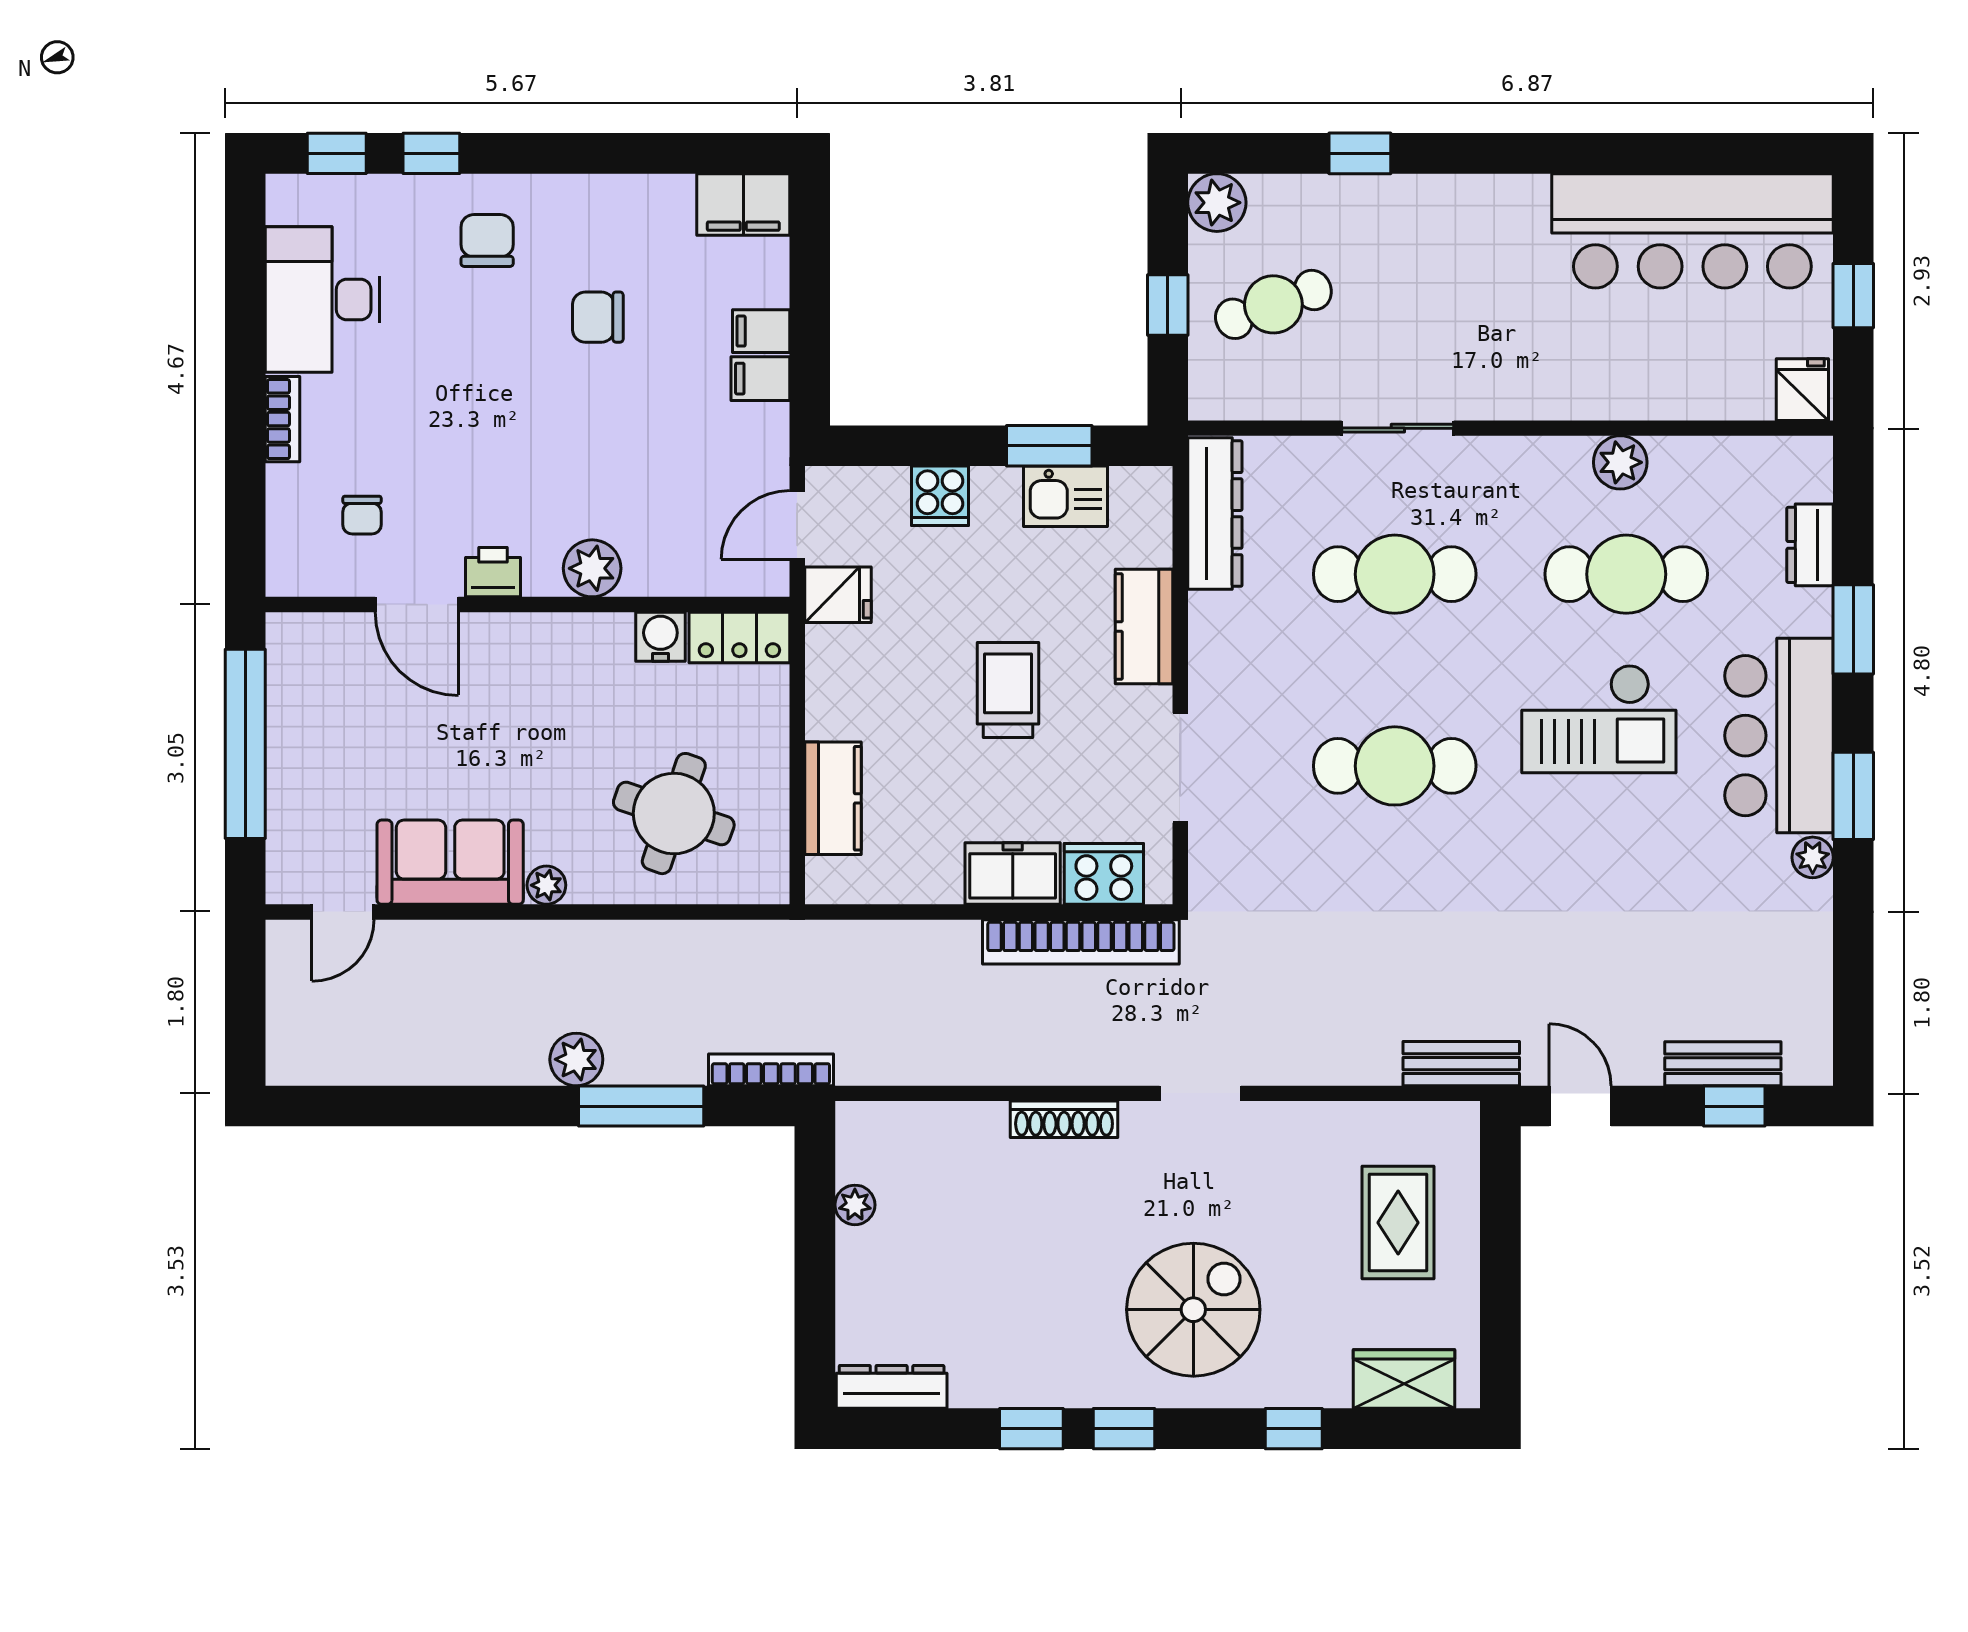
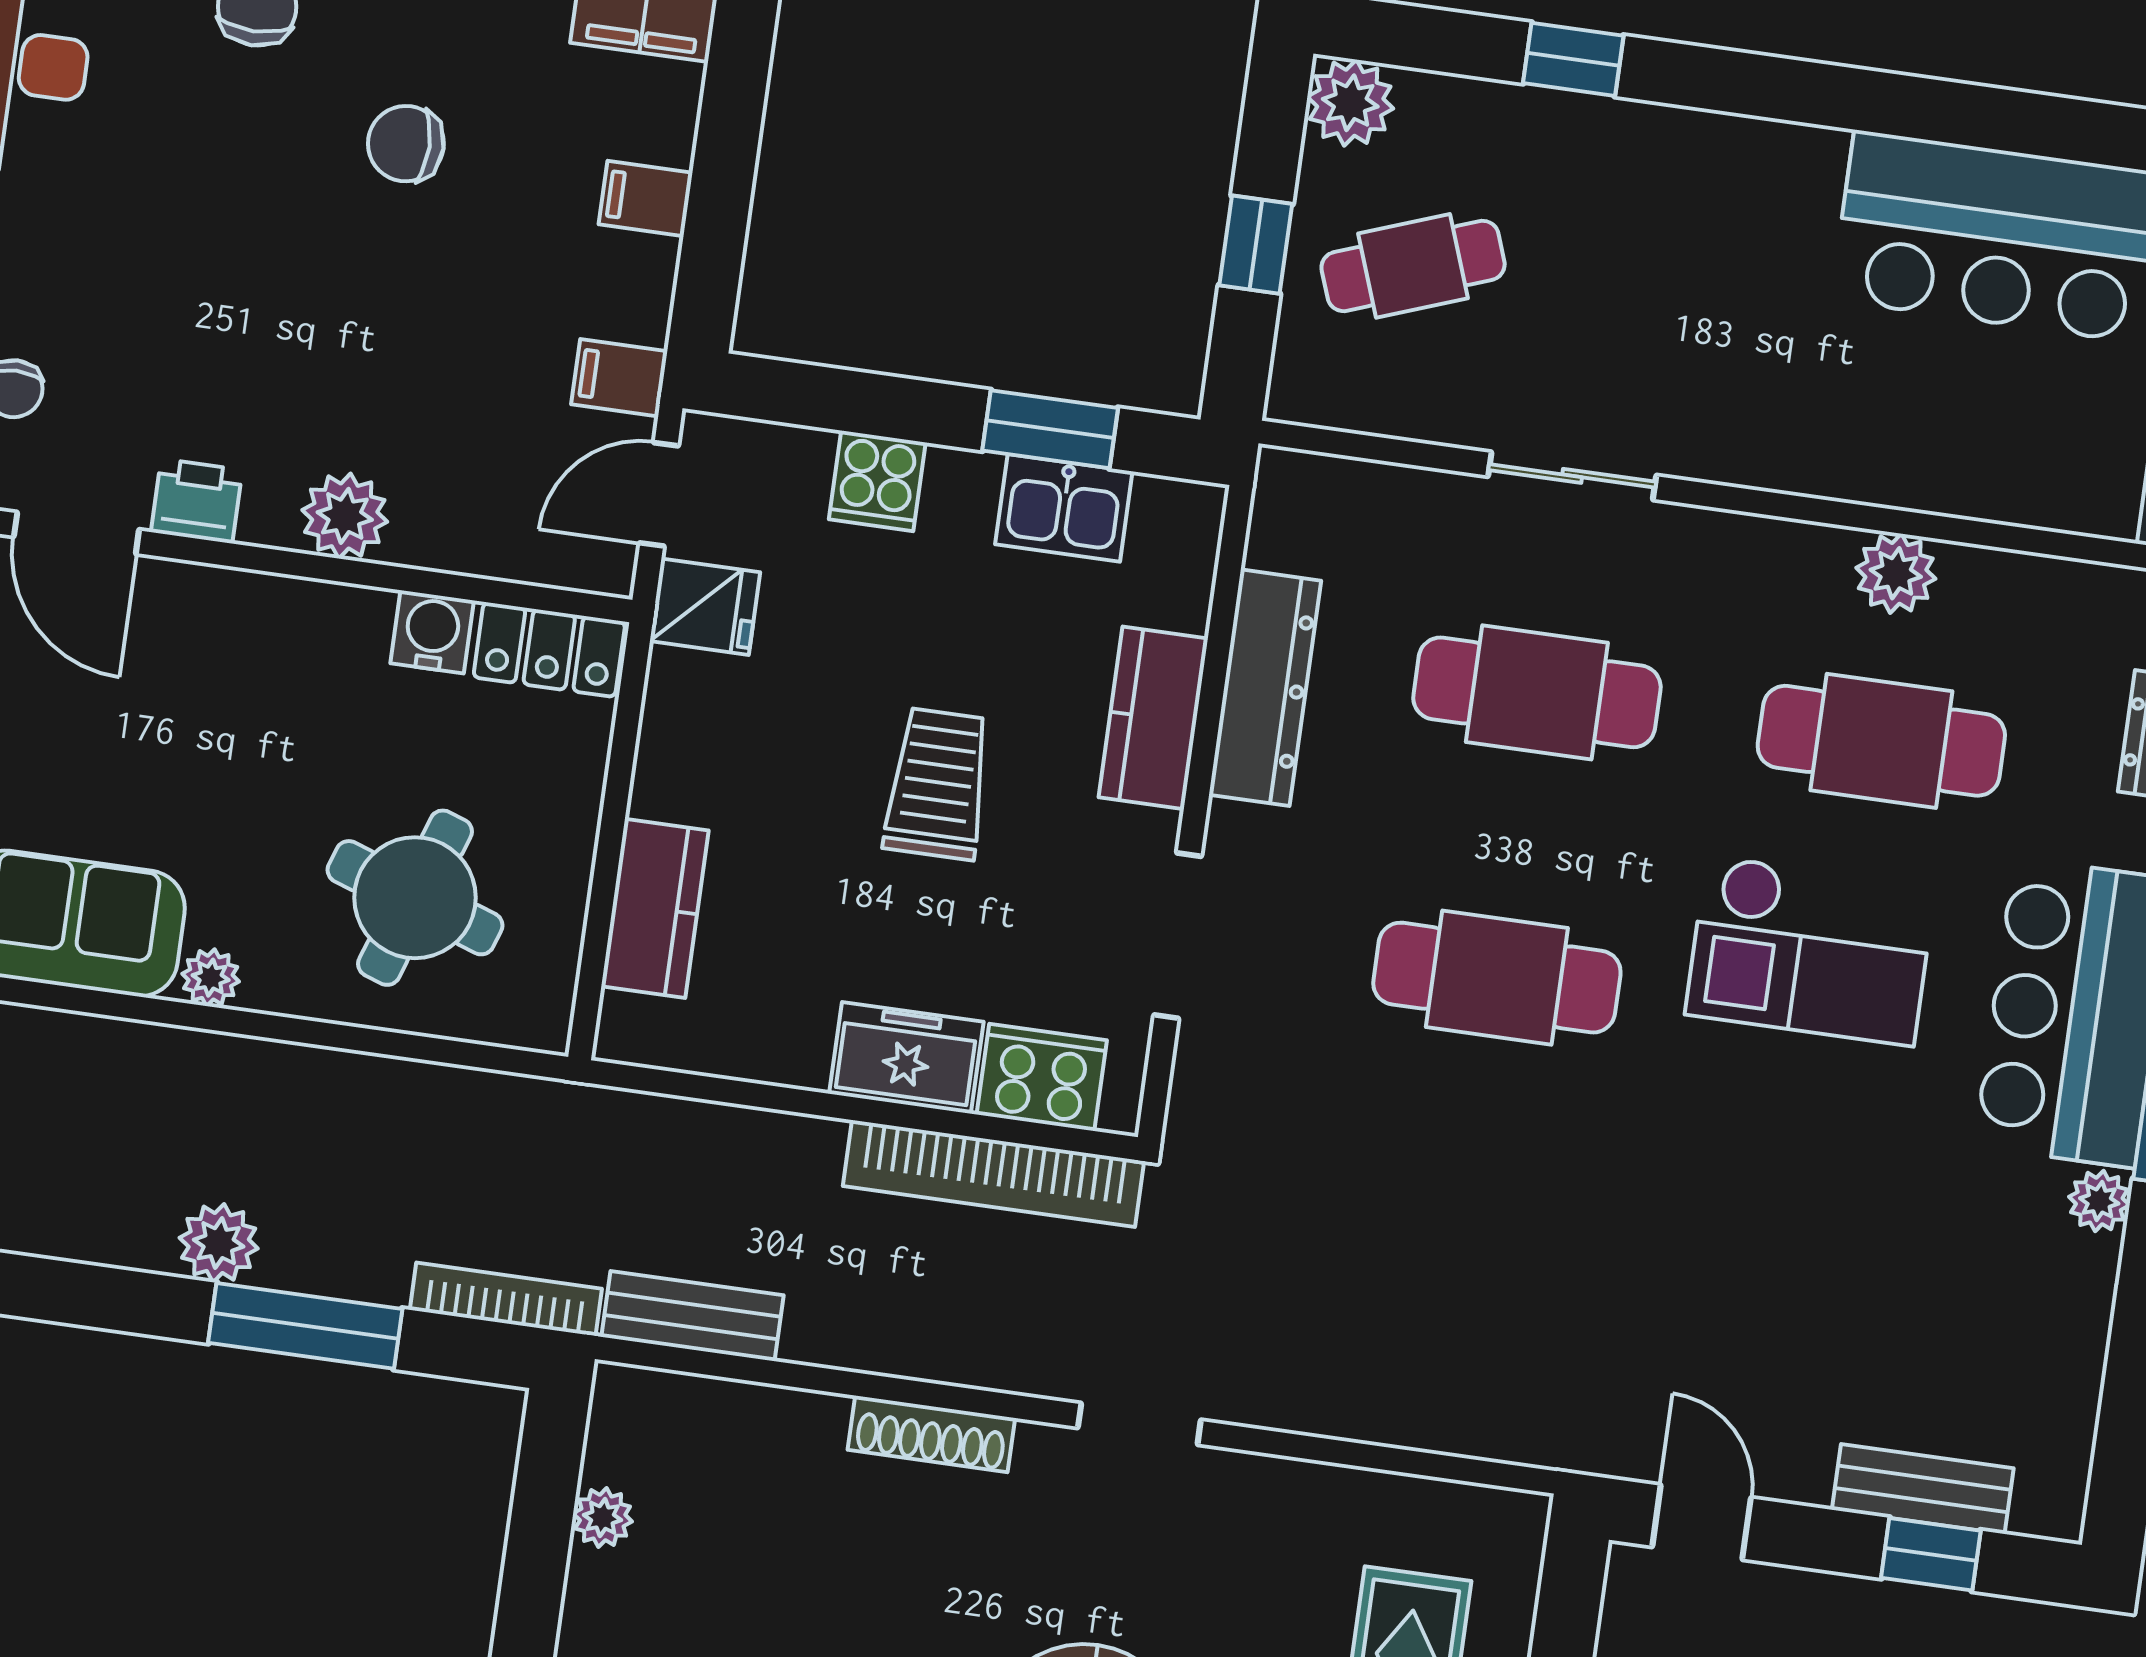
filing cabinet: (760, 379) -> (619, 378), moved
dresser: (1215, 514) -> (1265, 688), moved
bench: (1461, 1064) -> (692, 1316), moved

